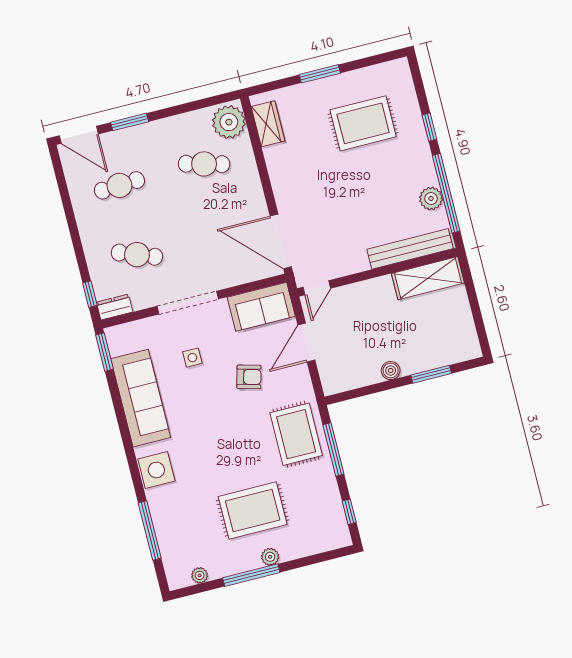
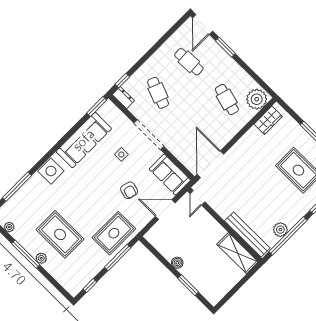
door: (317, 288) -> (197, 198), hinge flipped

